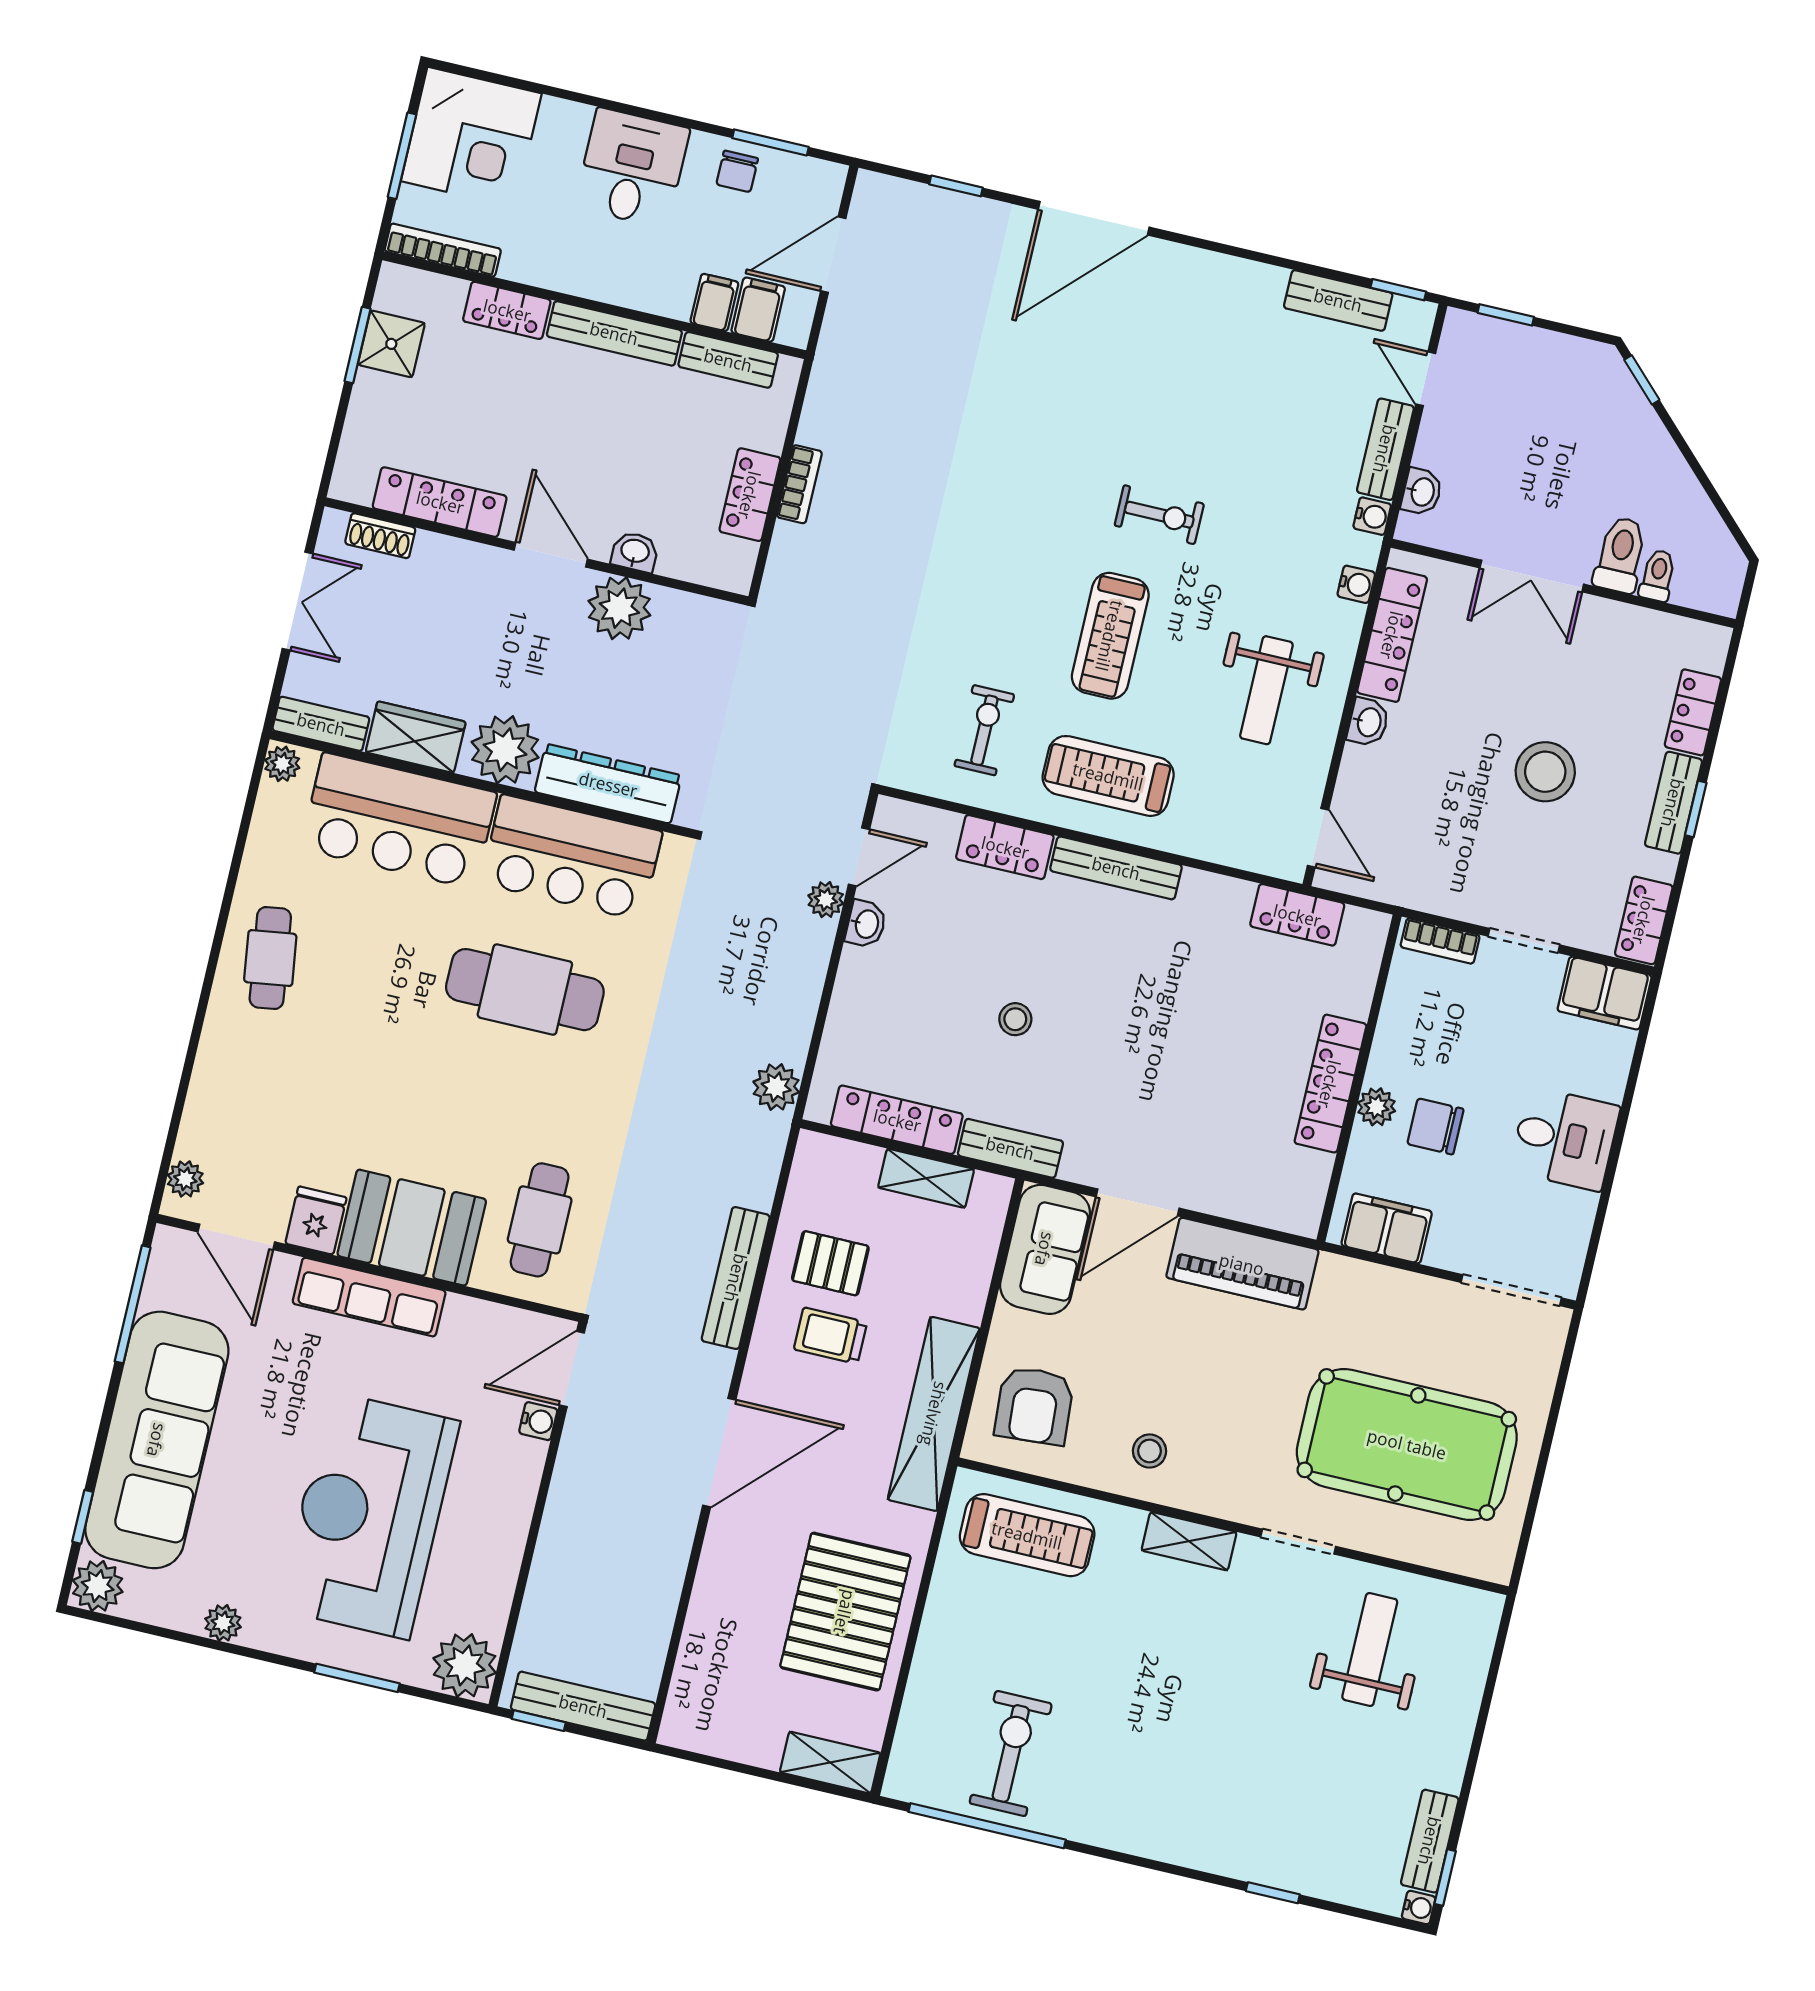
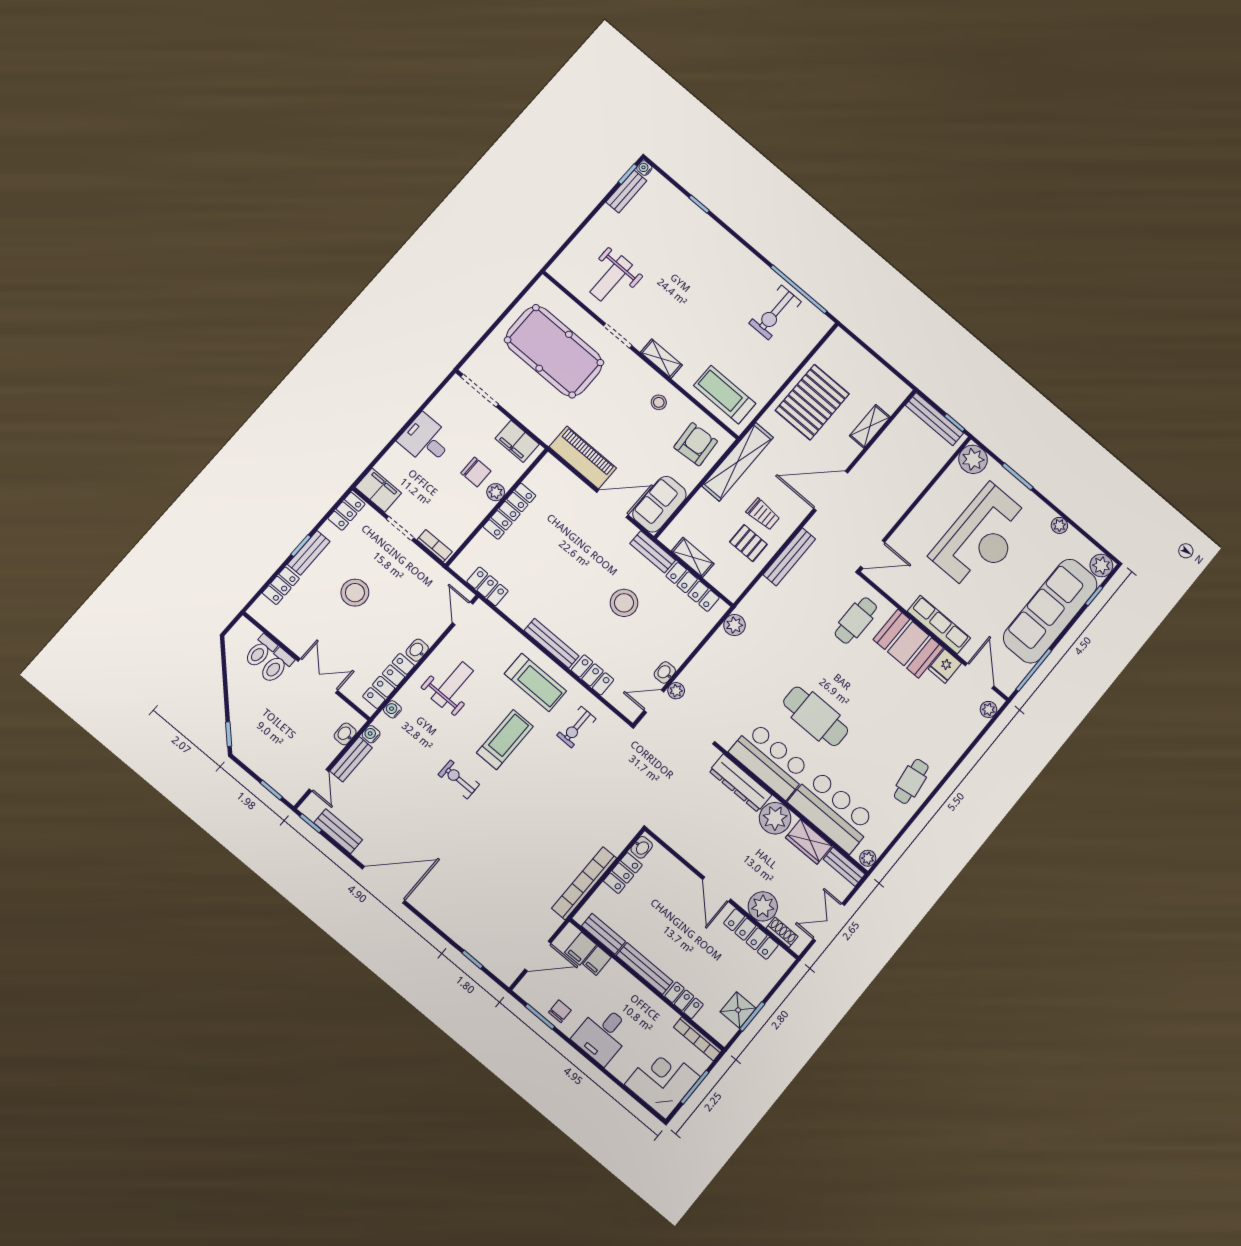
door: (1094, 218) -> (384, 885), moved
bookcase: (799, 484) -> (584, 883), width x2.31, depth x1.31
washbasin: (635, 552) -> (642, 847), moved, turned -90
toilet: (1658, 575) -> (260, 651), width x1.37, depth x1.39
plant: (619, 608) -> (763, 906), moved
stool: (1015, 1019) -> (624, 603), width x1.89, depth x1.89
water cooler: (538, 1421) -> (896, 541), removed
shelving: (830, 1763) -> (870, 426), moved, turned 90

